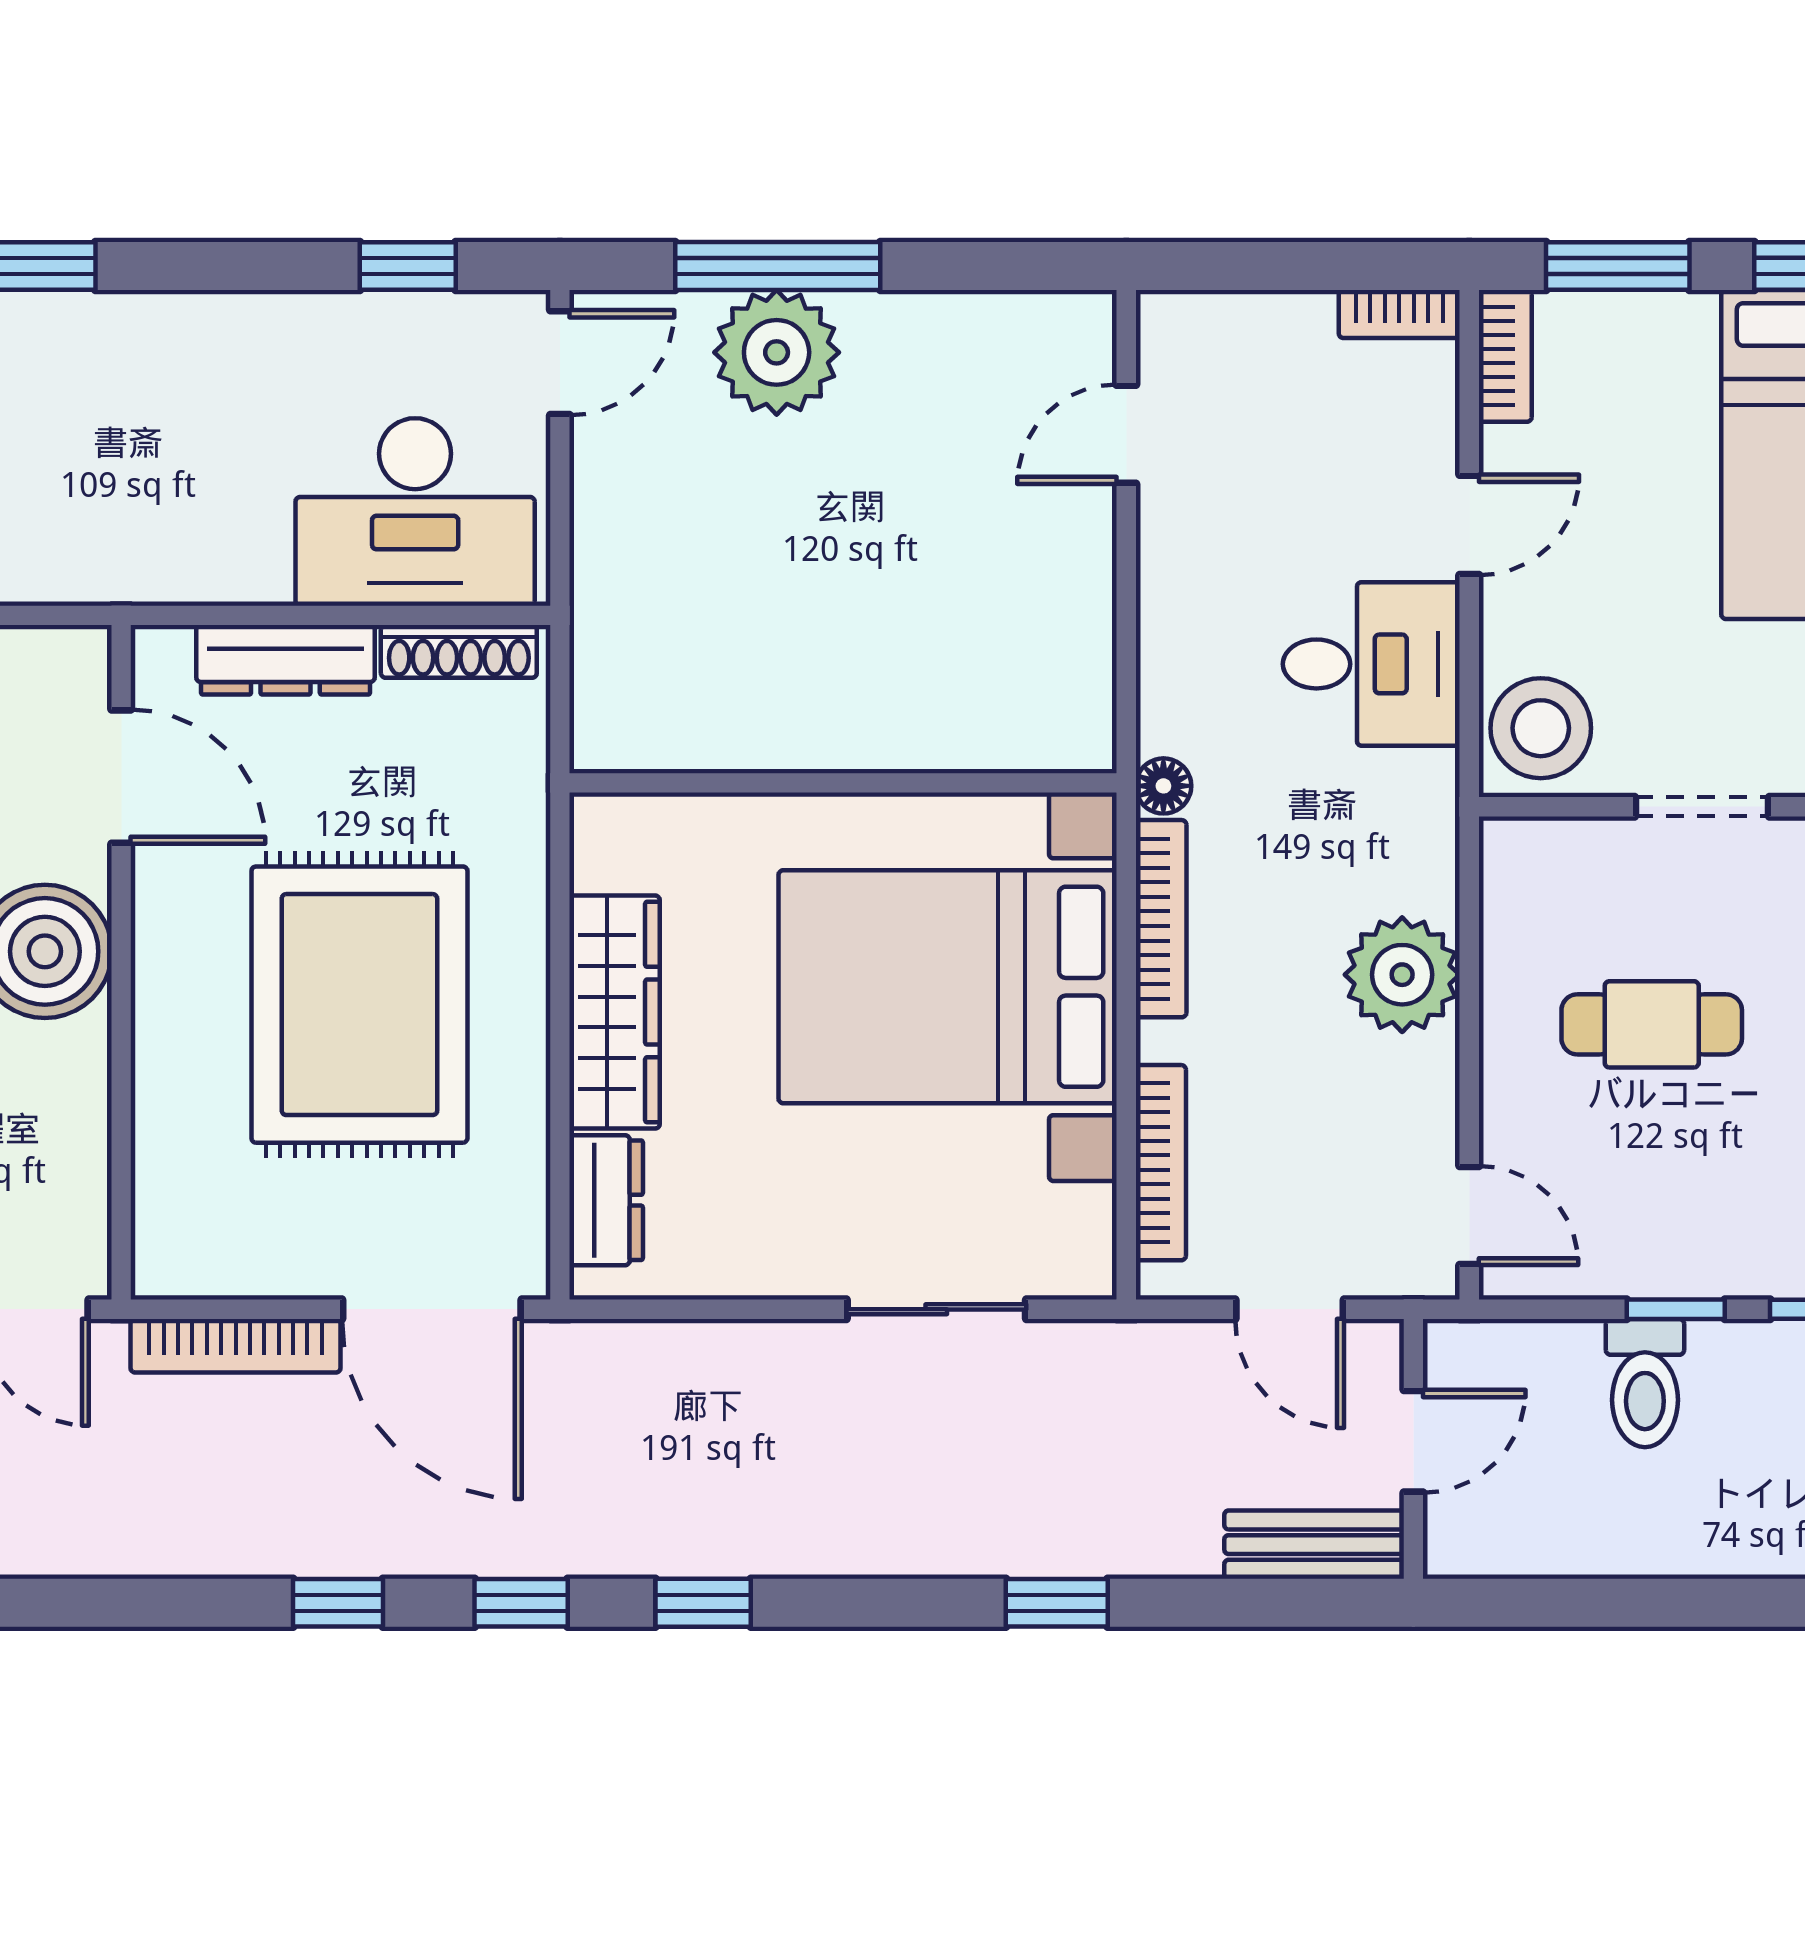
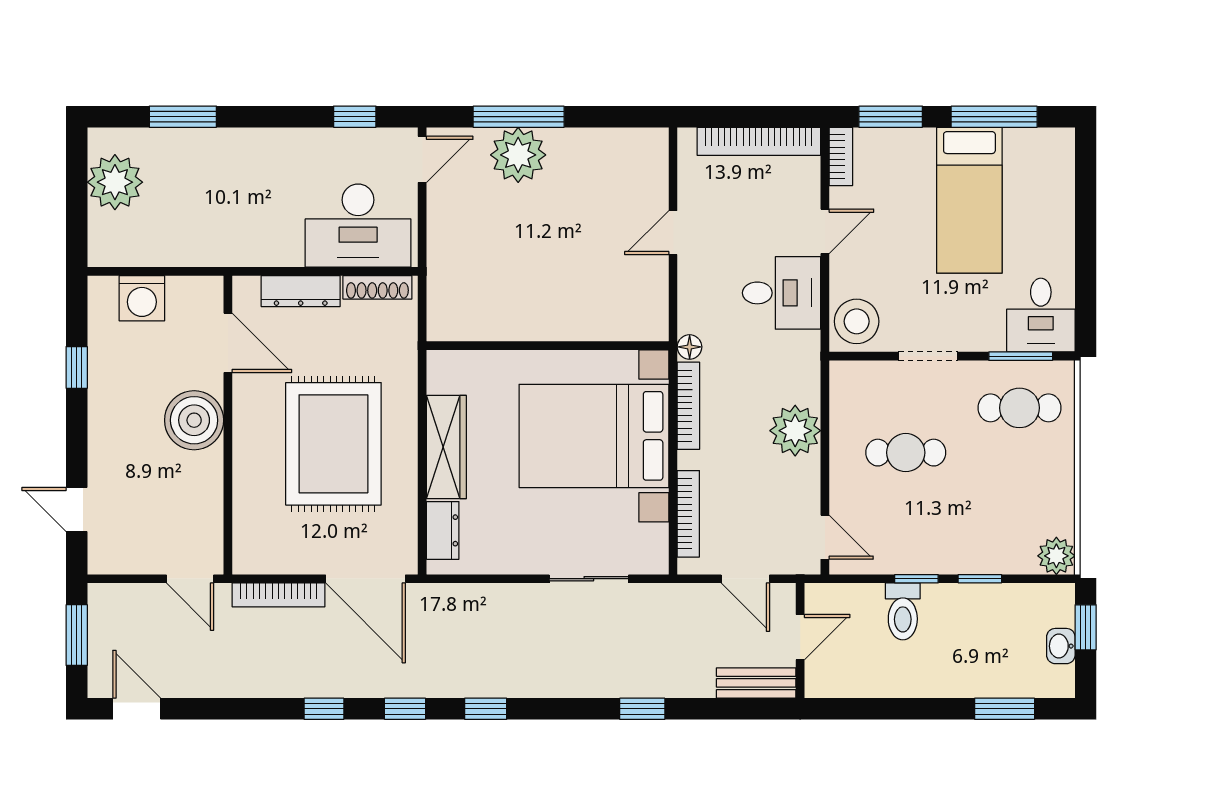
bookcase: (1399, 314) -> (759, 141), width x2.31, depth x1.31
door: (1126, 434) -> (673, 233), moved

